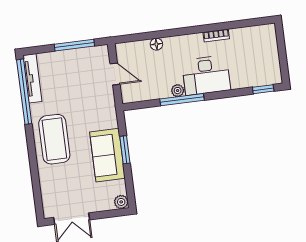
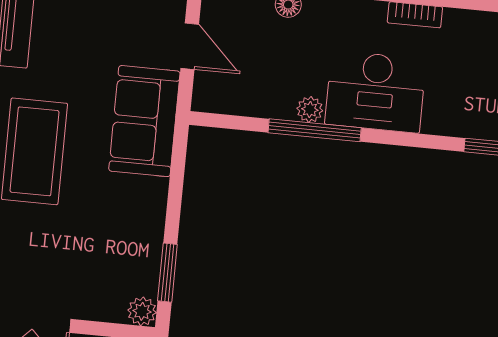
window: (125, 150) -> (167, 273), moved
sofa: (107, 155) -> (144, 121), moved

